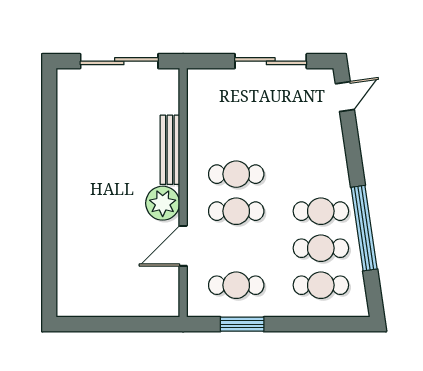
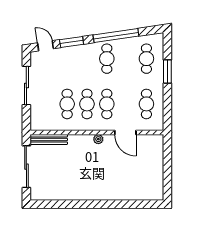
window: (352, 145) -> (72, 42), added
bench: (170, 150) -> (49, 139), moved
plant: (163, 203) -> (98, 139), width x0.53, depth x0.53
cafe table: (321, 248) -> (67, 104), moved
window: (242, 324) -> (167, 71), moved

